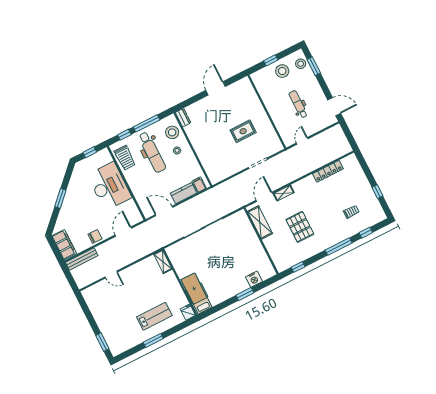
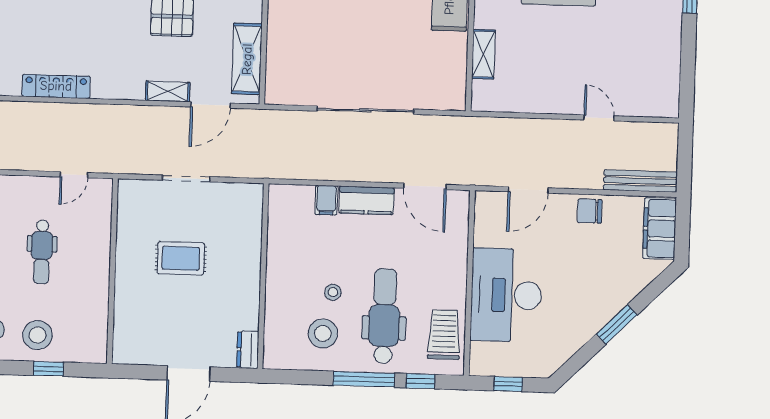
dresser: (183, 118) -> (248, 350), moved
wall: (193, 149) -> (263, 276), moved
shelving: (163, 262) -> (483, 54), moved

